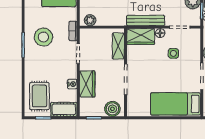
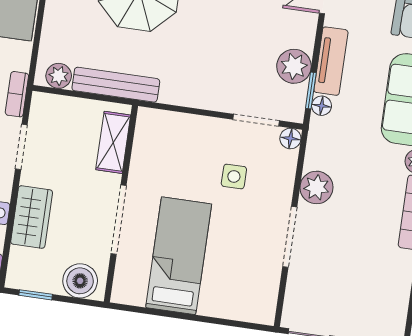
bench: (146, 21) -> (116, 85), moved
floor lamp: (160, 33) -> (290, 138), moved
wardrobe: (141, 36) -> (166, 128), removed
bed: (176, 104) -> (179, 256), moved, turned 90

